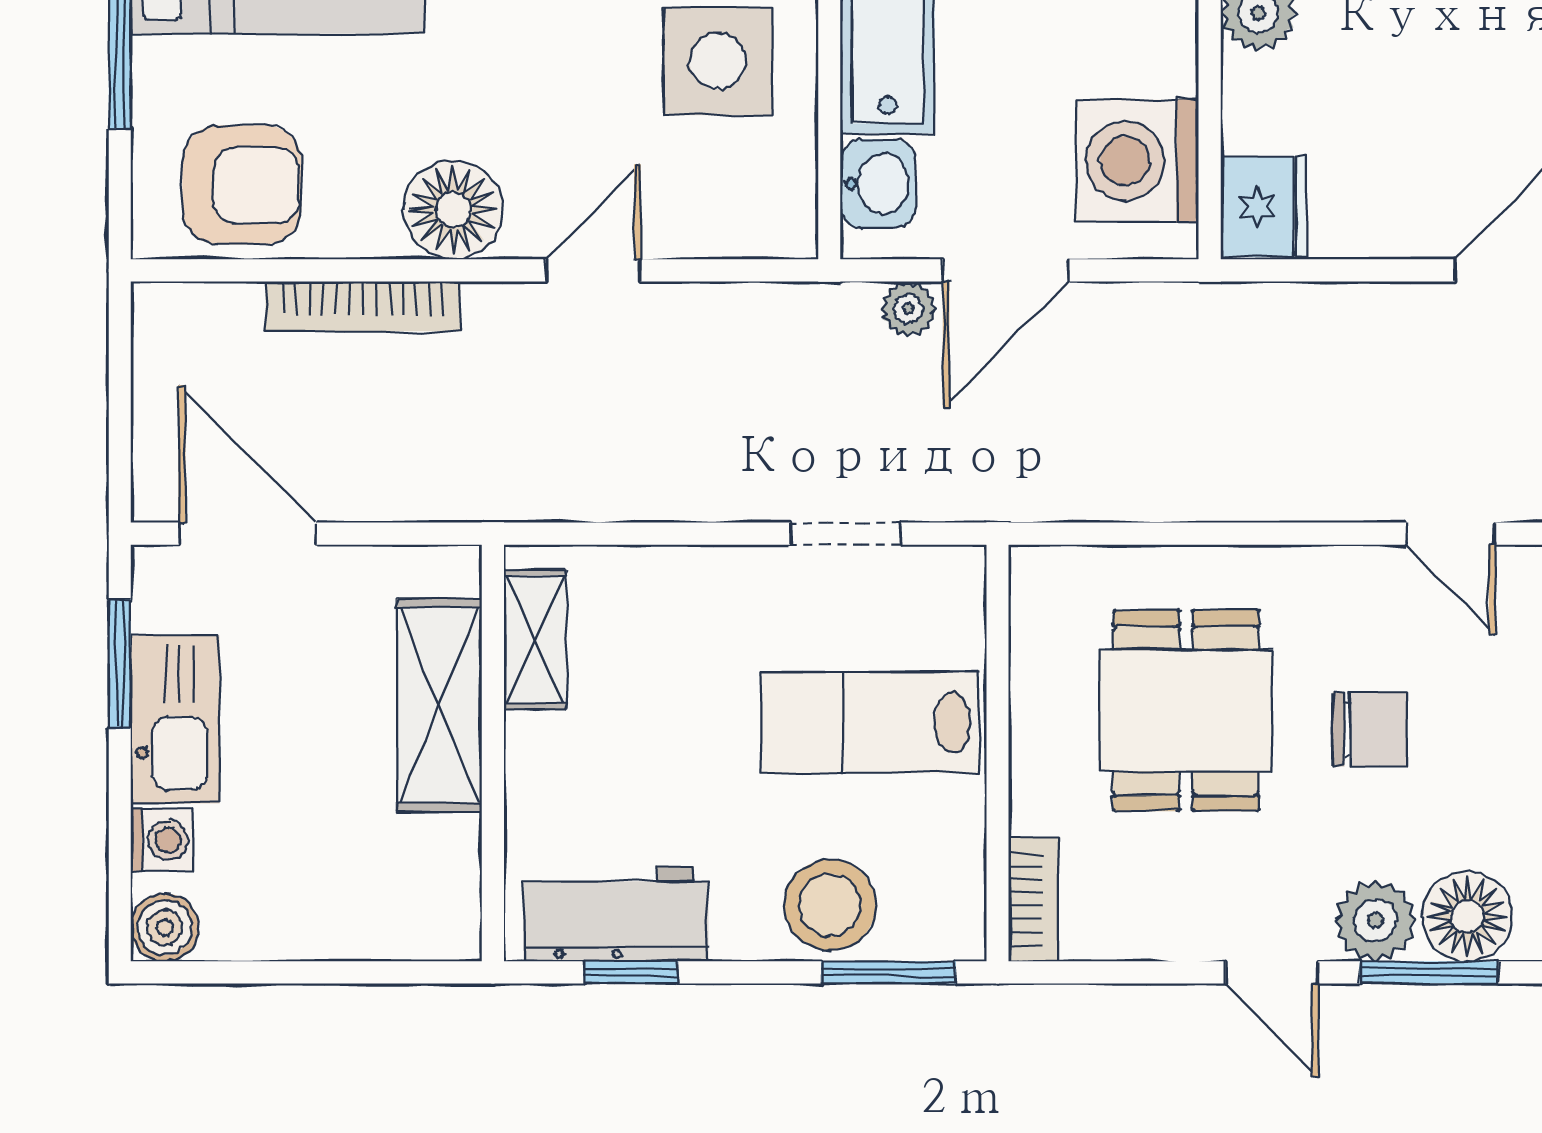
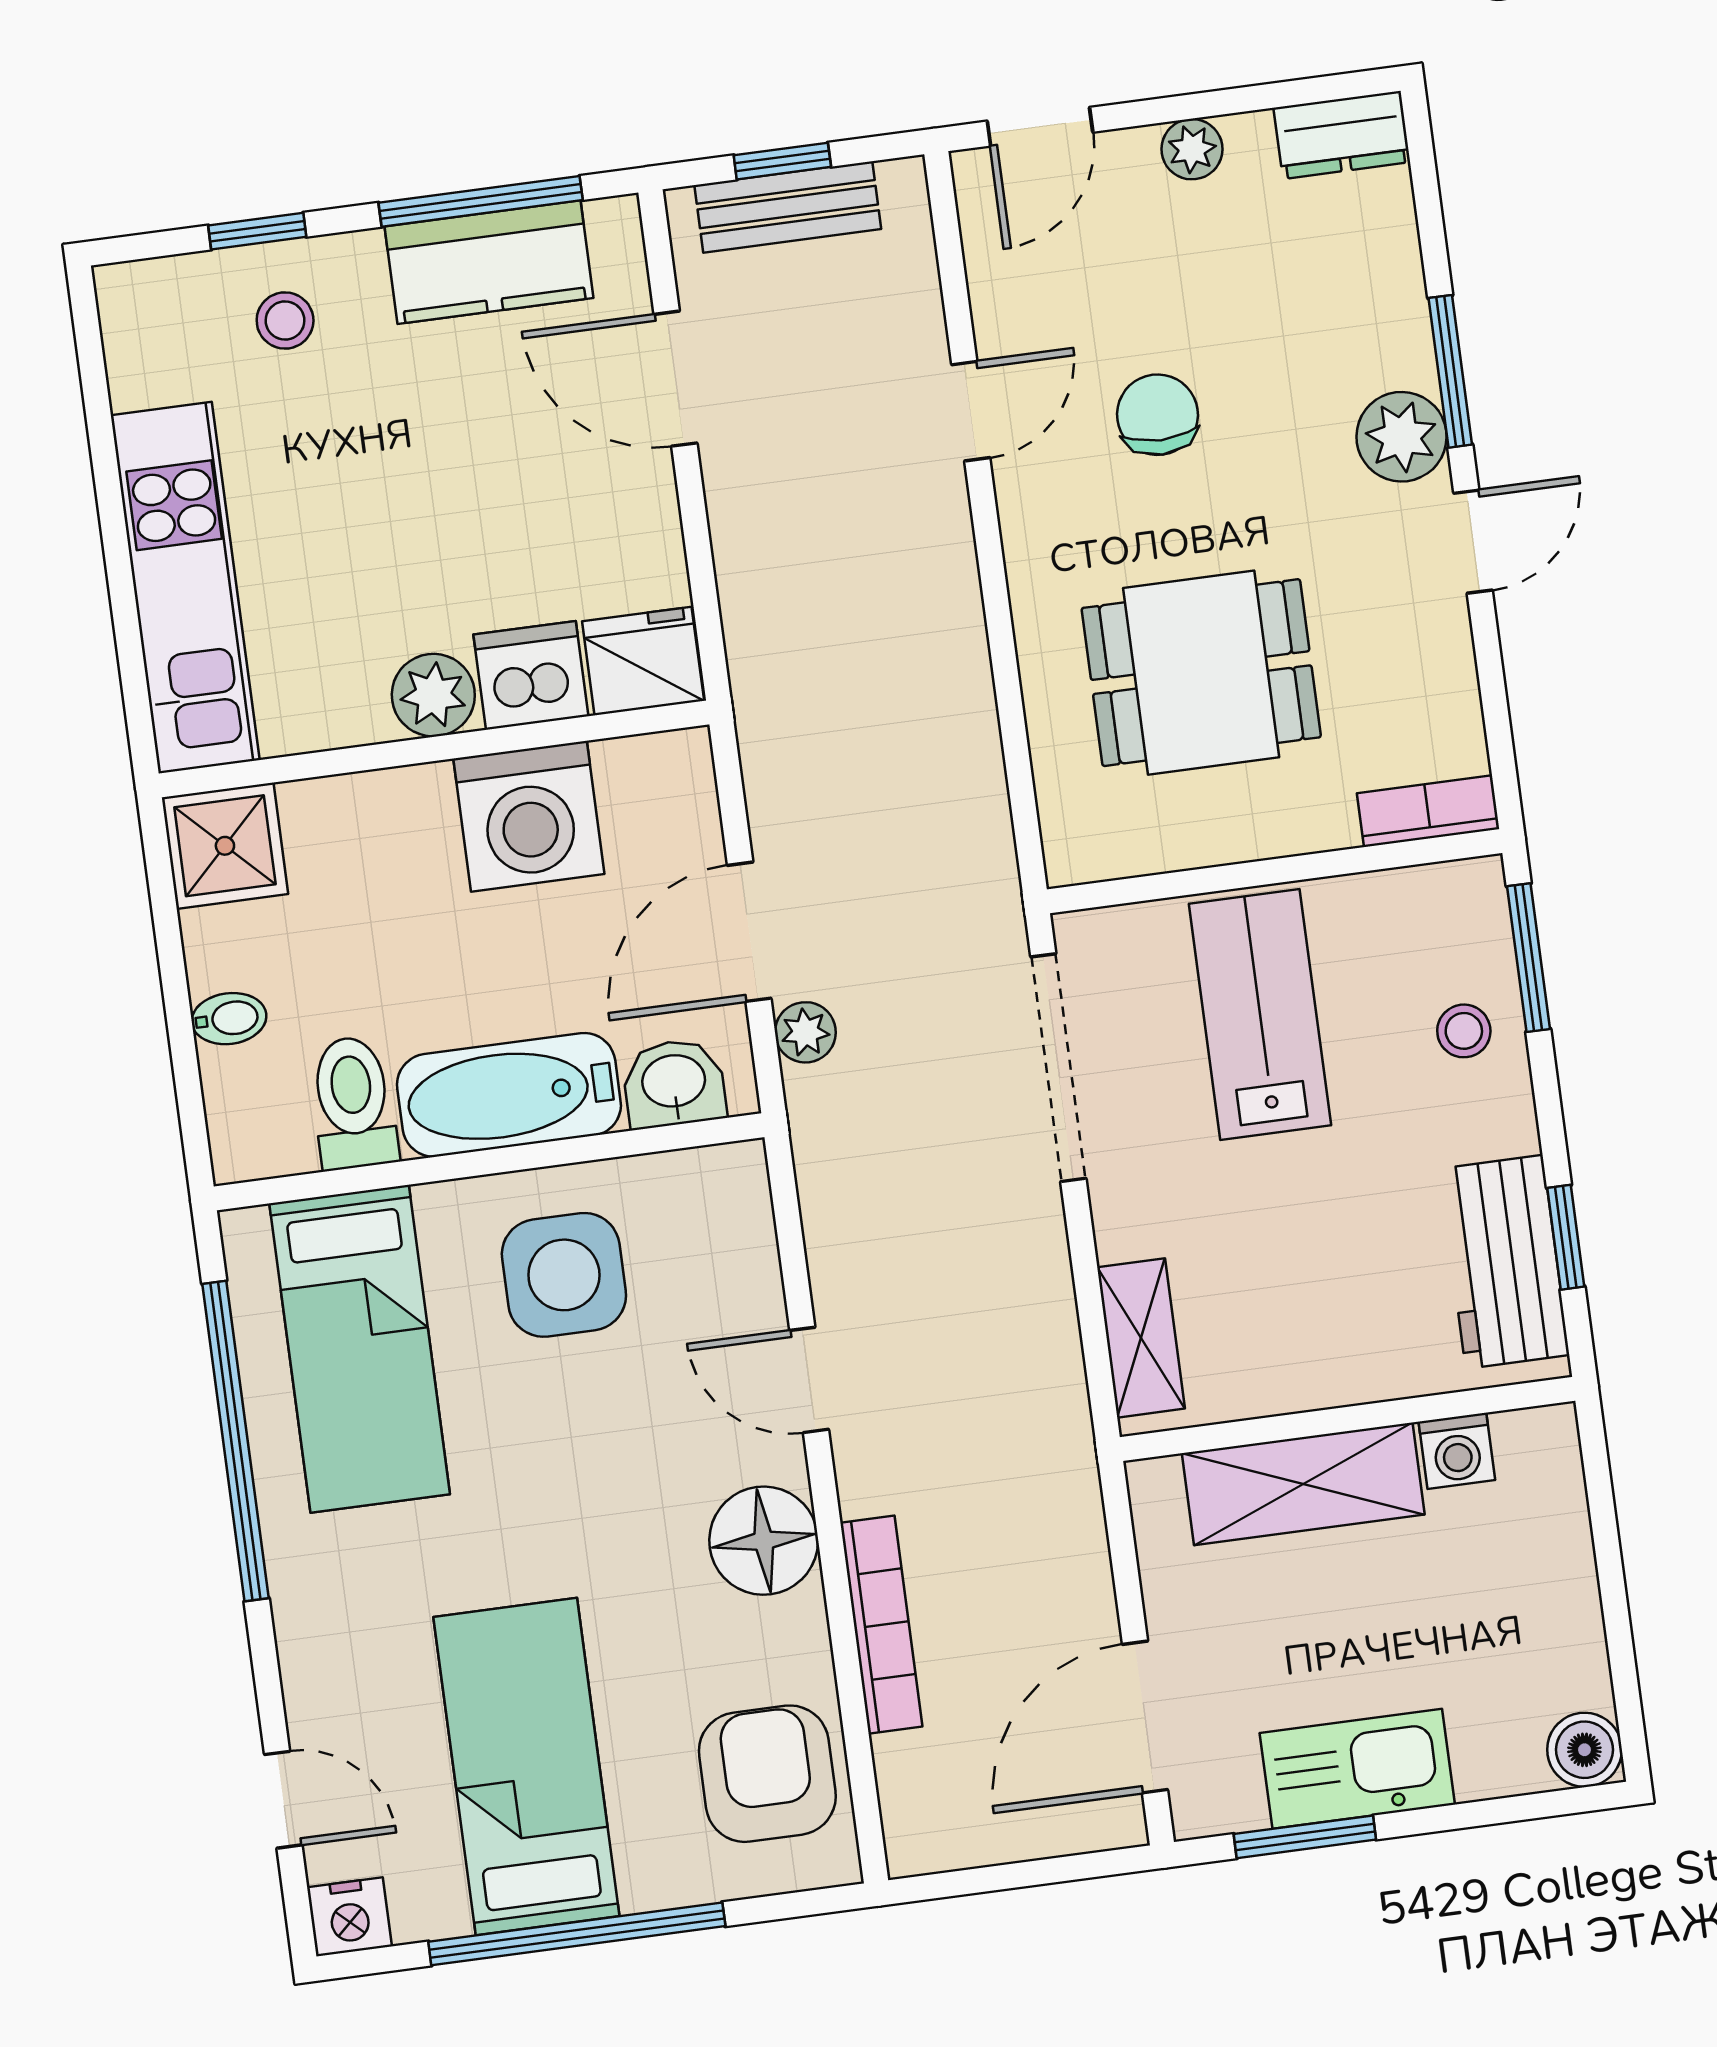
dishwasher: (1265, 104) -> (531, 675), added
washing machine: (1137, 161) -> (529, 816), moved
door: (1006, 270) -> (749, 932), swing flipped
doorway: (846, 534) -> (1058, 1068), width x1.87
shelving: (535, 639) -> (1141, 1338), moved, turned 90
lab bench: (870, 723) -> (1260, 1014), turned 180
chair: (1369, 729) -> (1157, 415), moved
washing machine: (162, 840) -> (1457, 1451), moved, turned 180
stool: (830, 905) -> (1464, 1031), width x0.53, depth x0.53
floor lamp: (1467, 916) -> (1384, 337), removed

